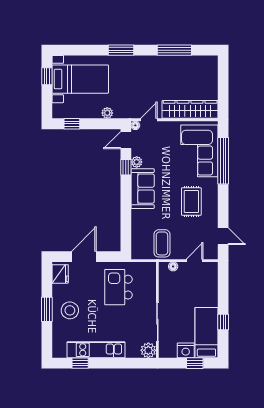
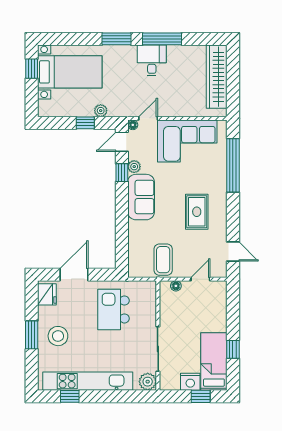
window: (174, 50) -> (162, 39), moved
desk: (152, 69) -> (152, 60), added
wardrobe: (190, 109) -> (217, 77), moved, turned -90
window: (72, 124) -> (85, 123), moved
corner sofa: (199, 151) -> (187, 141), moved, turned -90
kitchen unit: (96, 350) -> (88, 381), width x1.36

